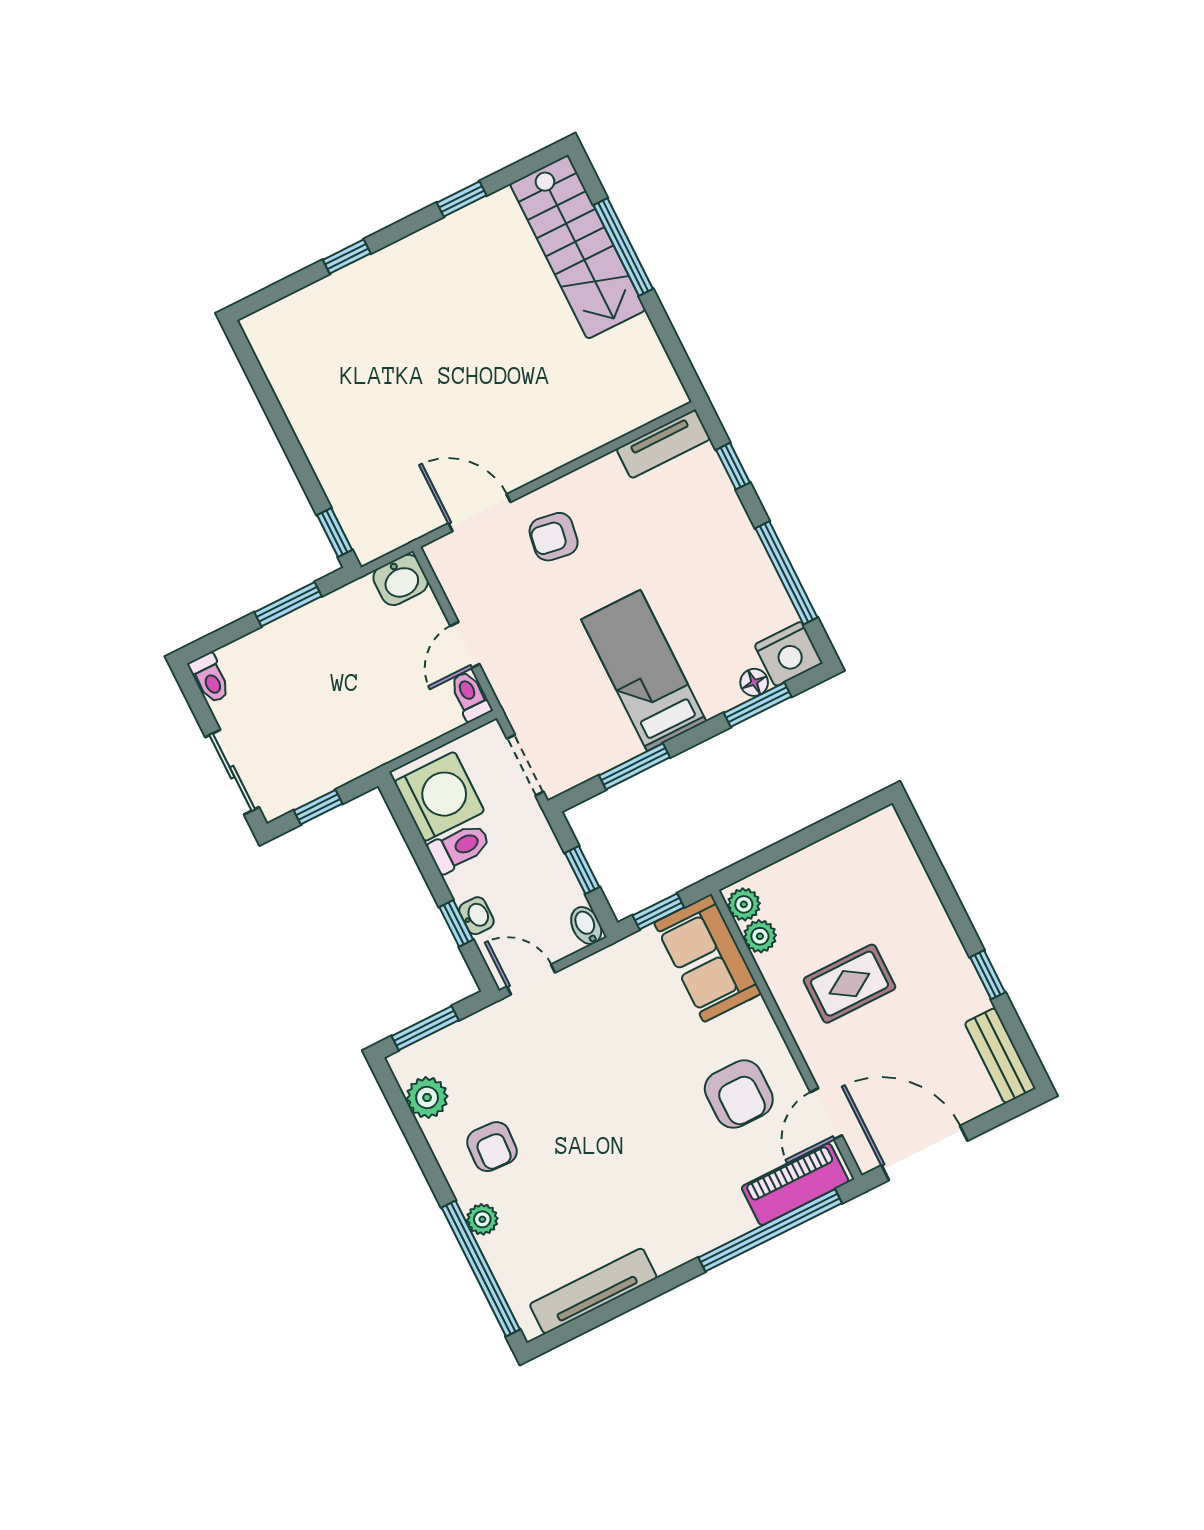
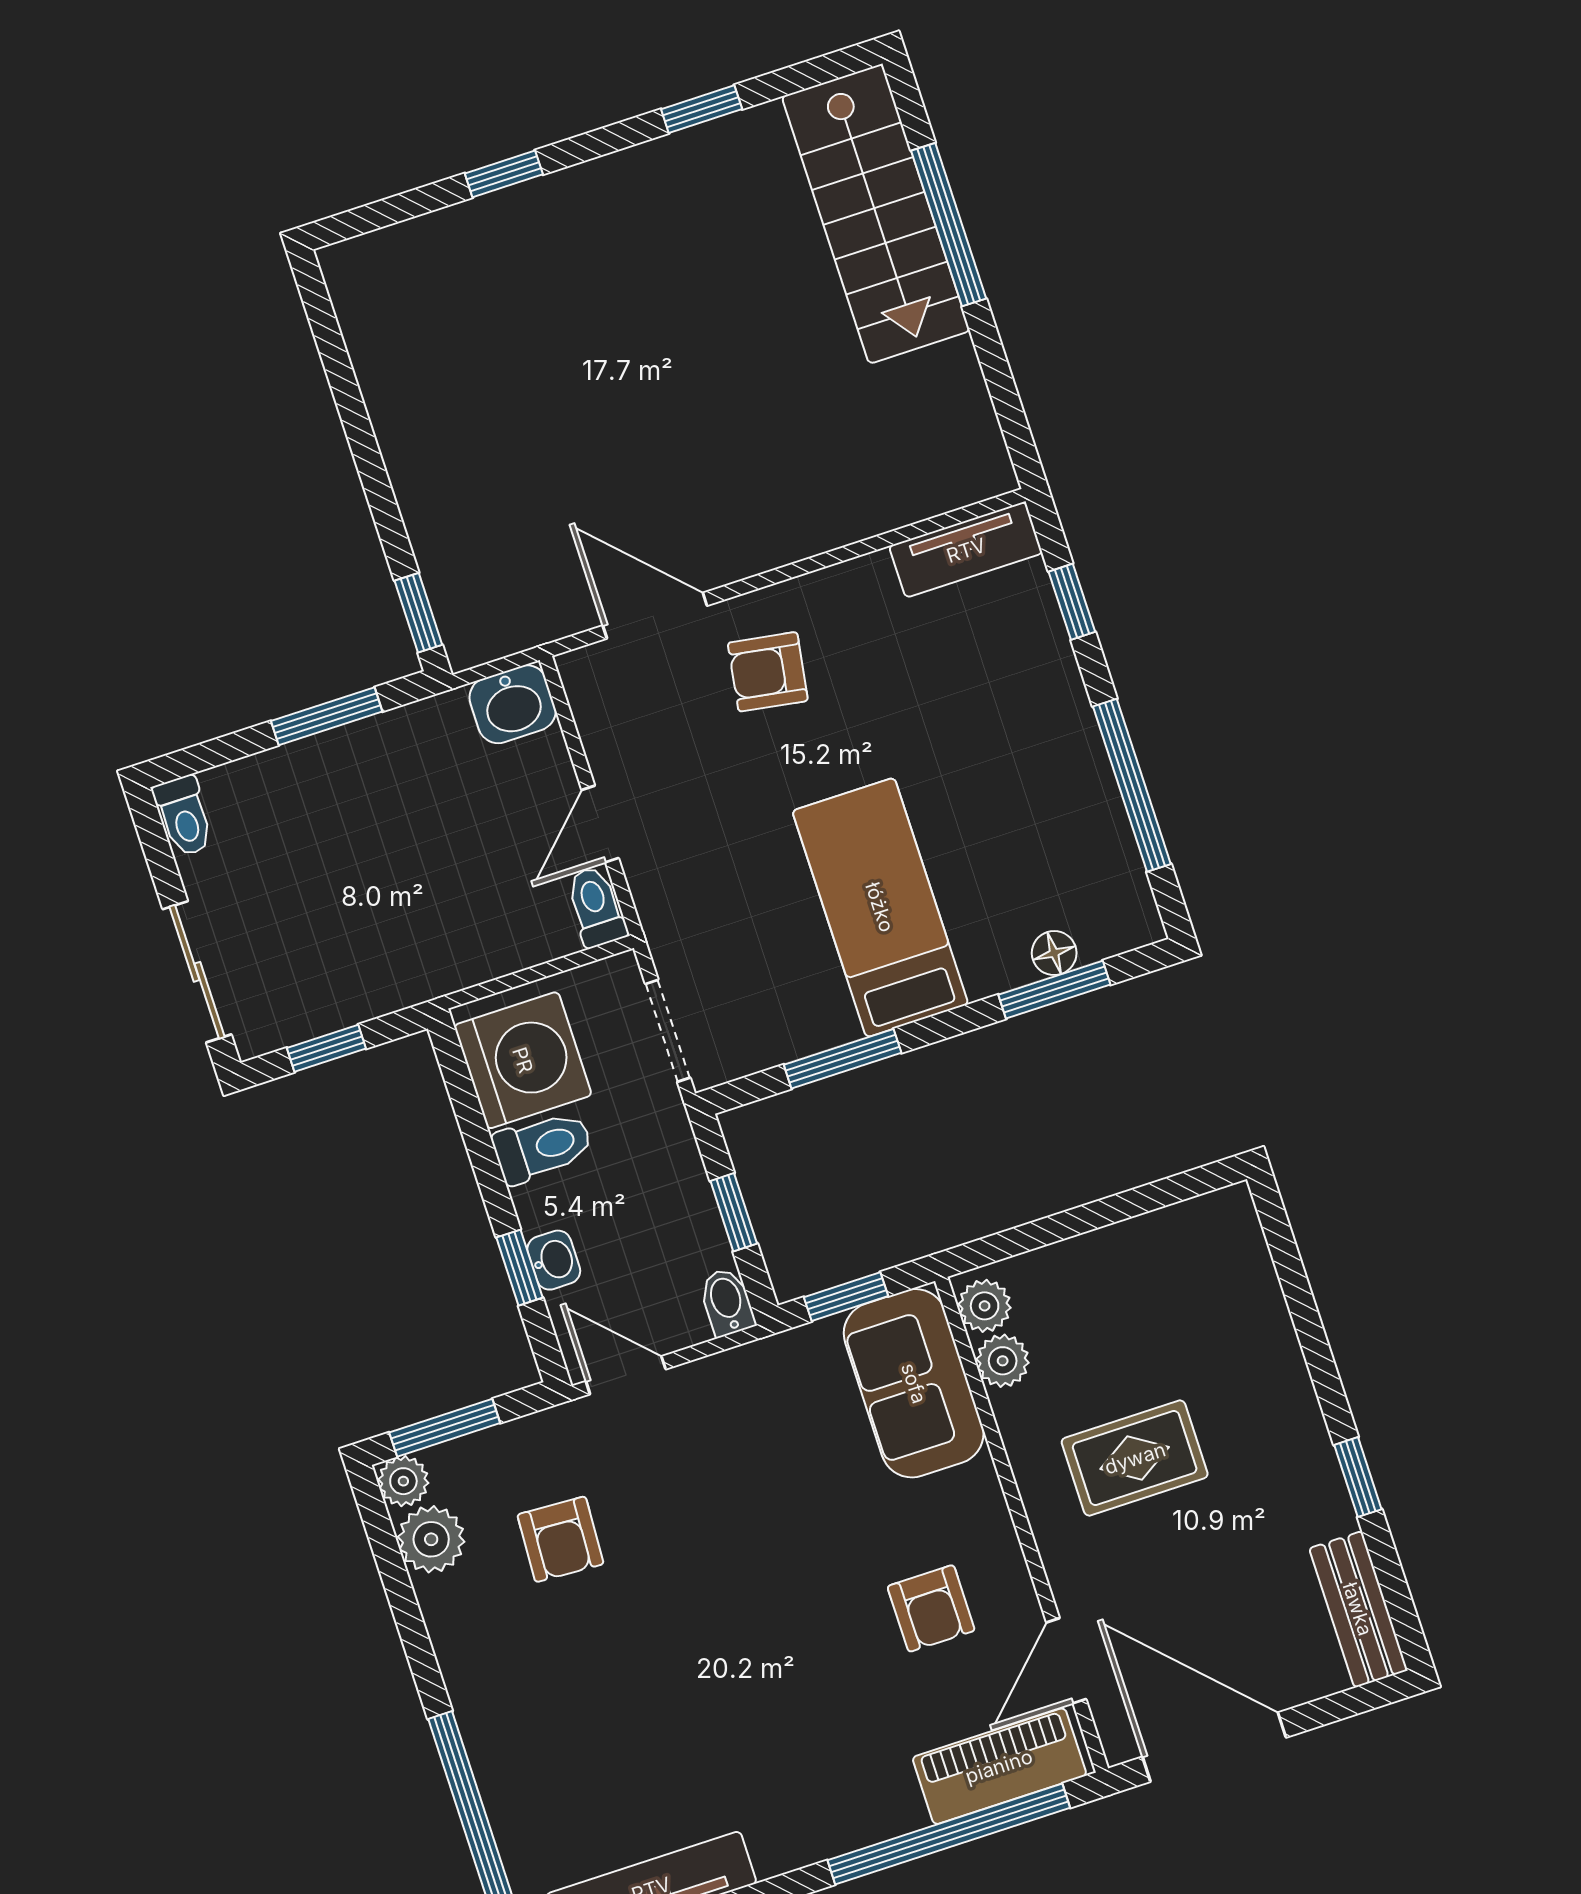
nightstand: (788, 654) -> (1116, 916), removed
armchair: (739, 1094) -> (931, 1608), width x0.72, depth x0.72
armchair: (492, 1147) -> (560, 1539), moved
plant: (482, 1219) -> (403, 1481), moved

